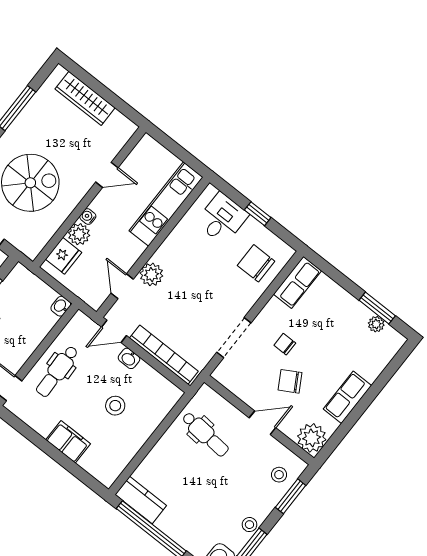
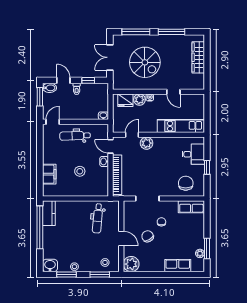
row of seats: (347, 397) -> (178, 266), moved
filing cabinet: (68, 442) -> (49, 174), moved

